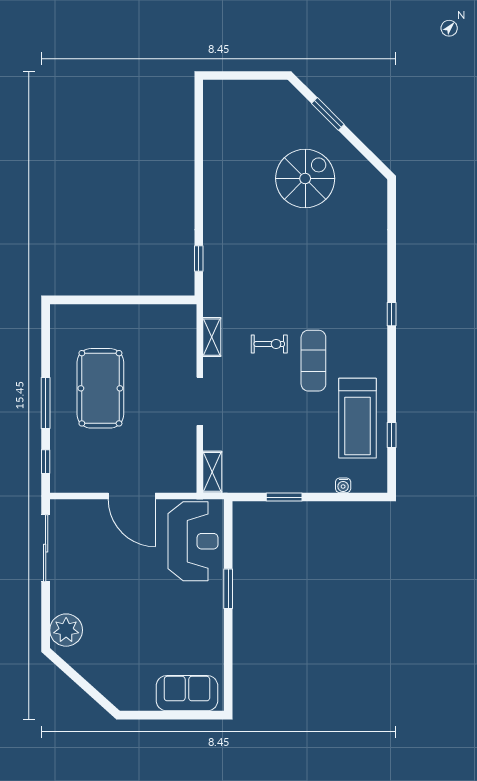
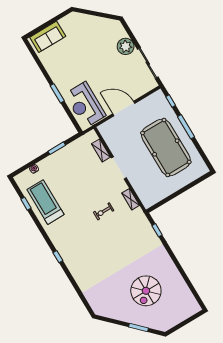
spiral stairs: (305, 178) -> (146, 291), moved
exercise mat: (313, 361) -> (80, 216), removed
pool table: (100, 388) -> (166, 147), width x1.36, depth x1.32
shelving: (212, 472) -> (101, 150), moved
plant: (66, 630) -> (126, 46), moved

